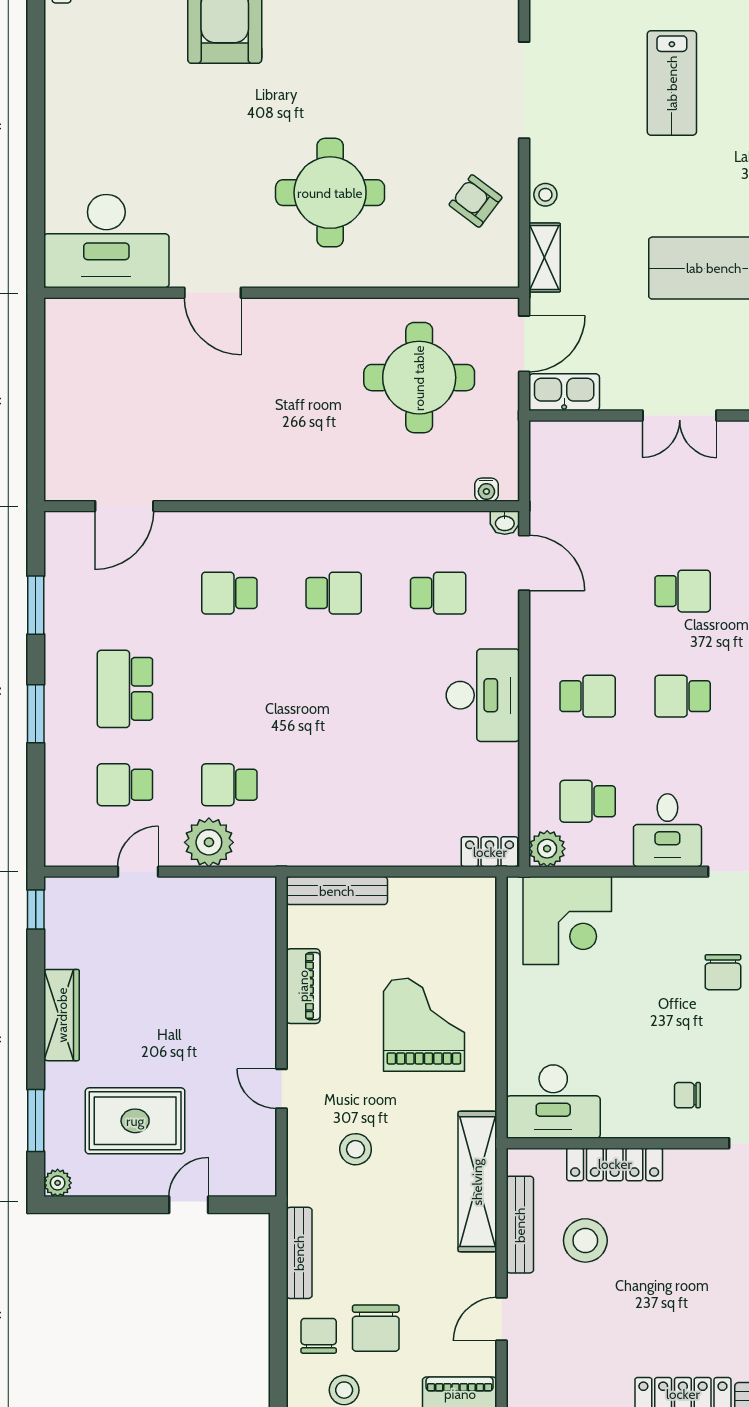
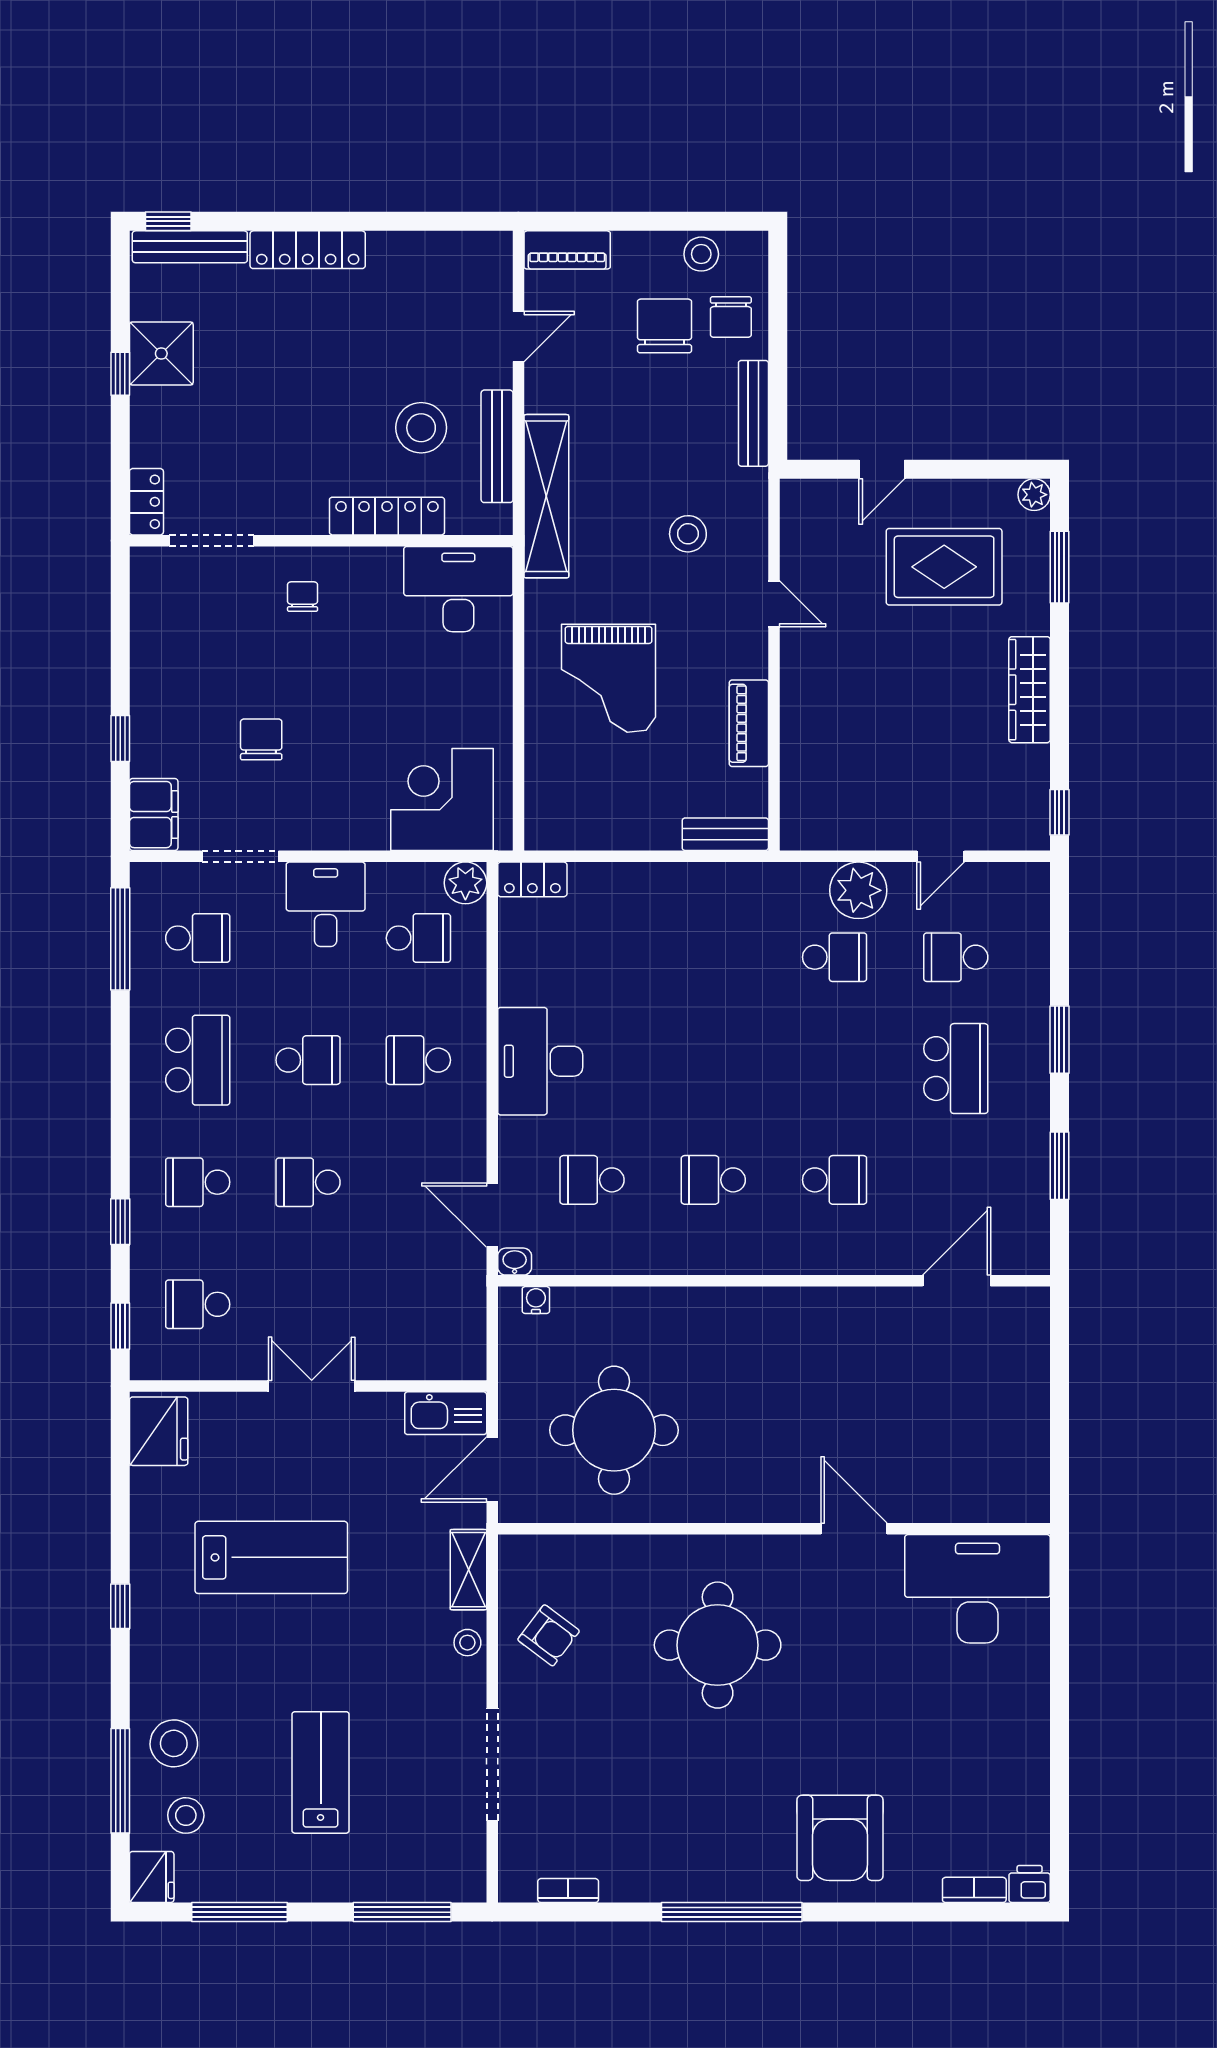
school desk: (125, 785) -> (956, 957), turned 180
bench: (337, 891) -> (725, 834), width x0.73
chair: (687, 1095) -> (303, 597), turned -90

